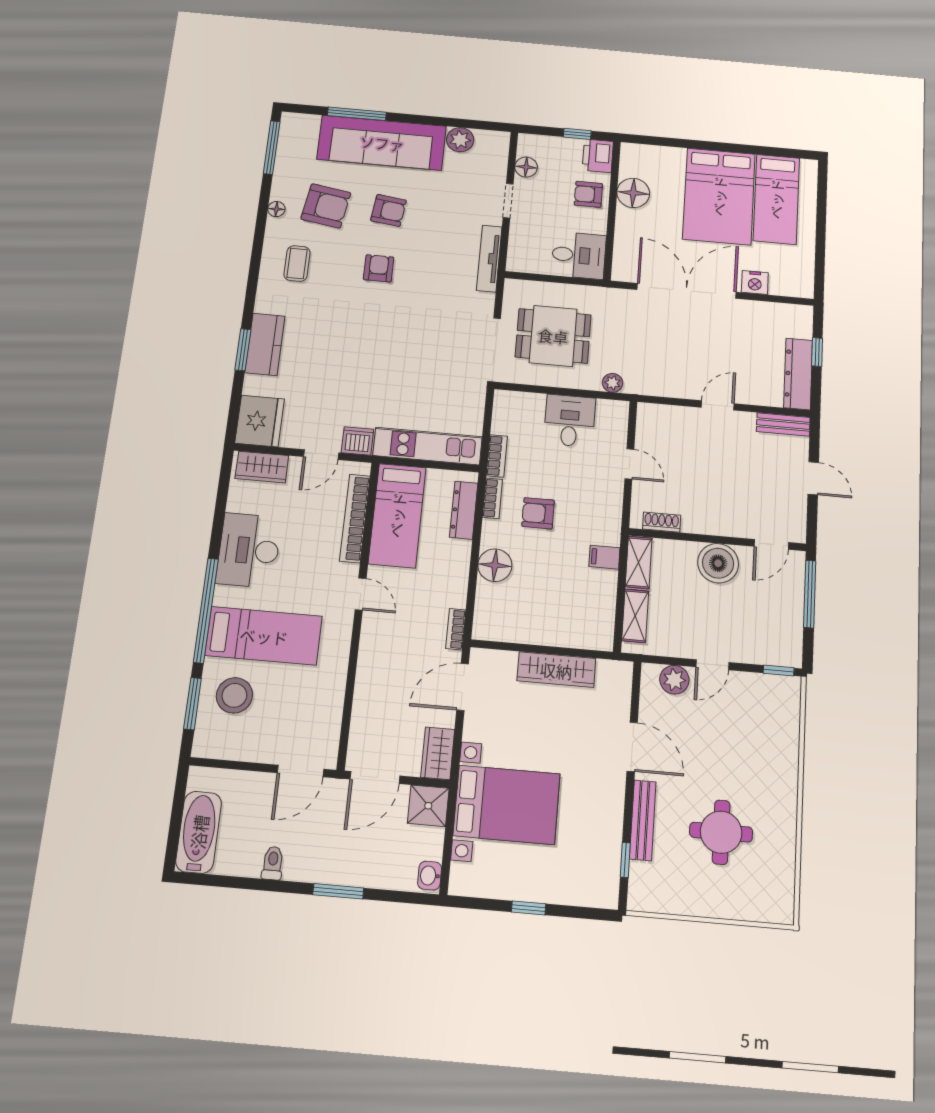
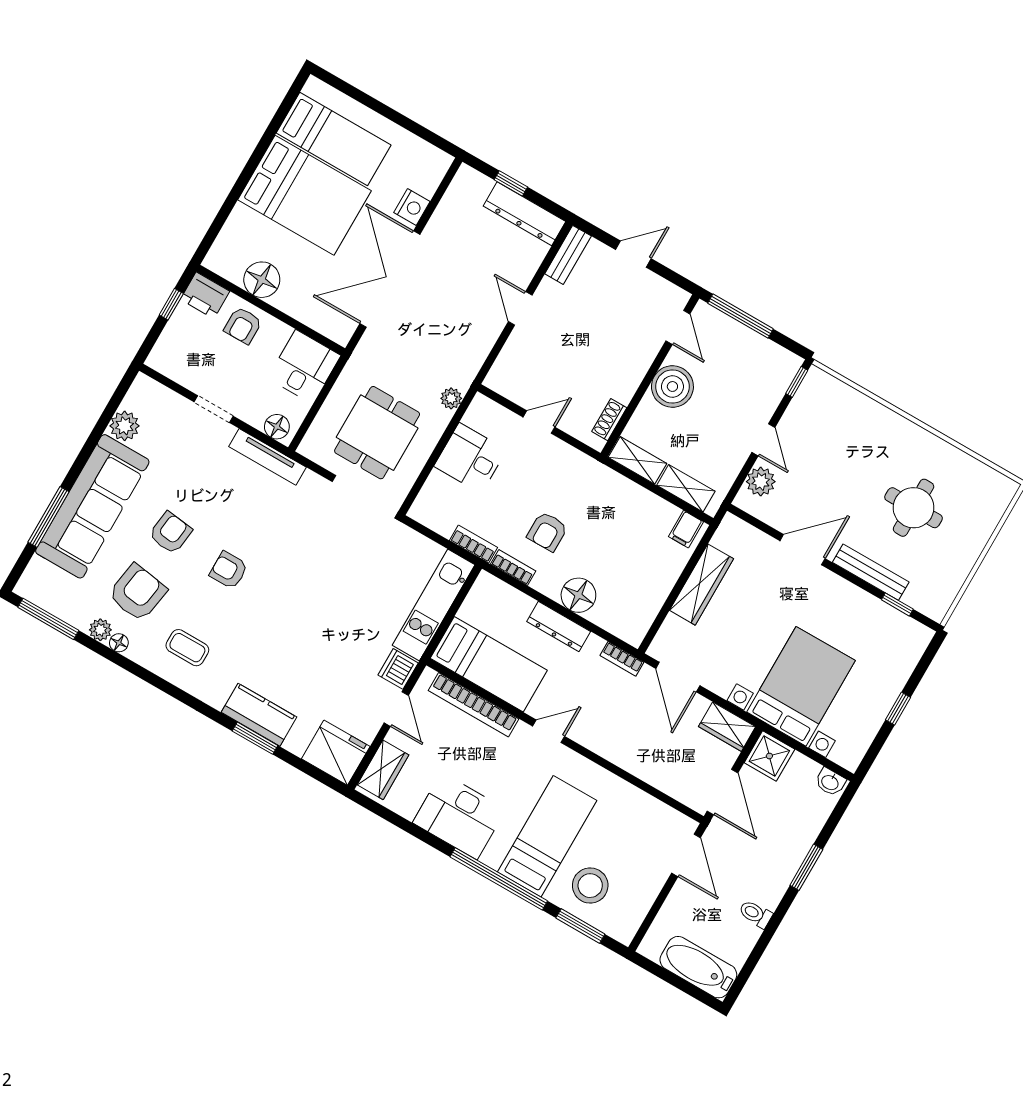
floor lamp: (526, 167) -> (277, 427), moved
plant: (281, 190) -> (100, 630), added
dresser: (464, 510) -> (559, 626), moved
filing cabinet: (604, 557) -> (686, 529), moved

